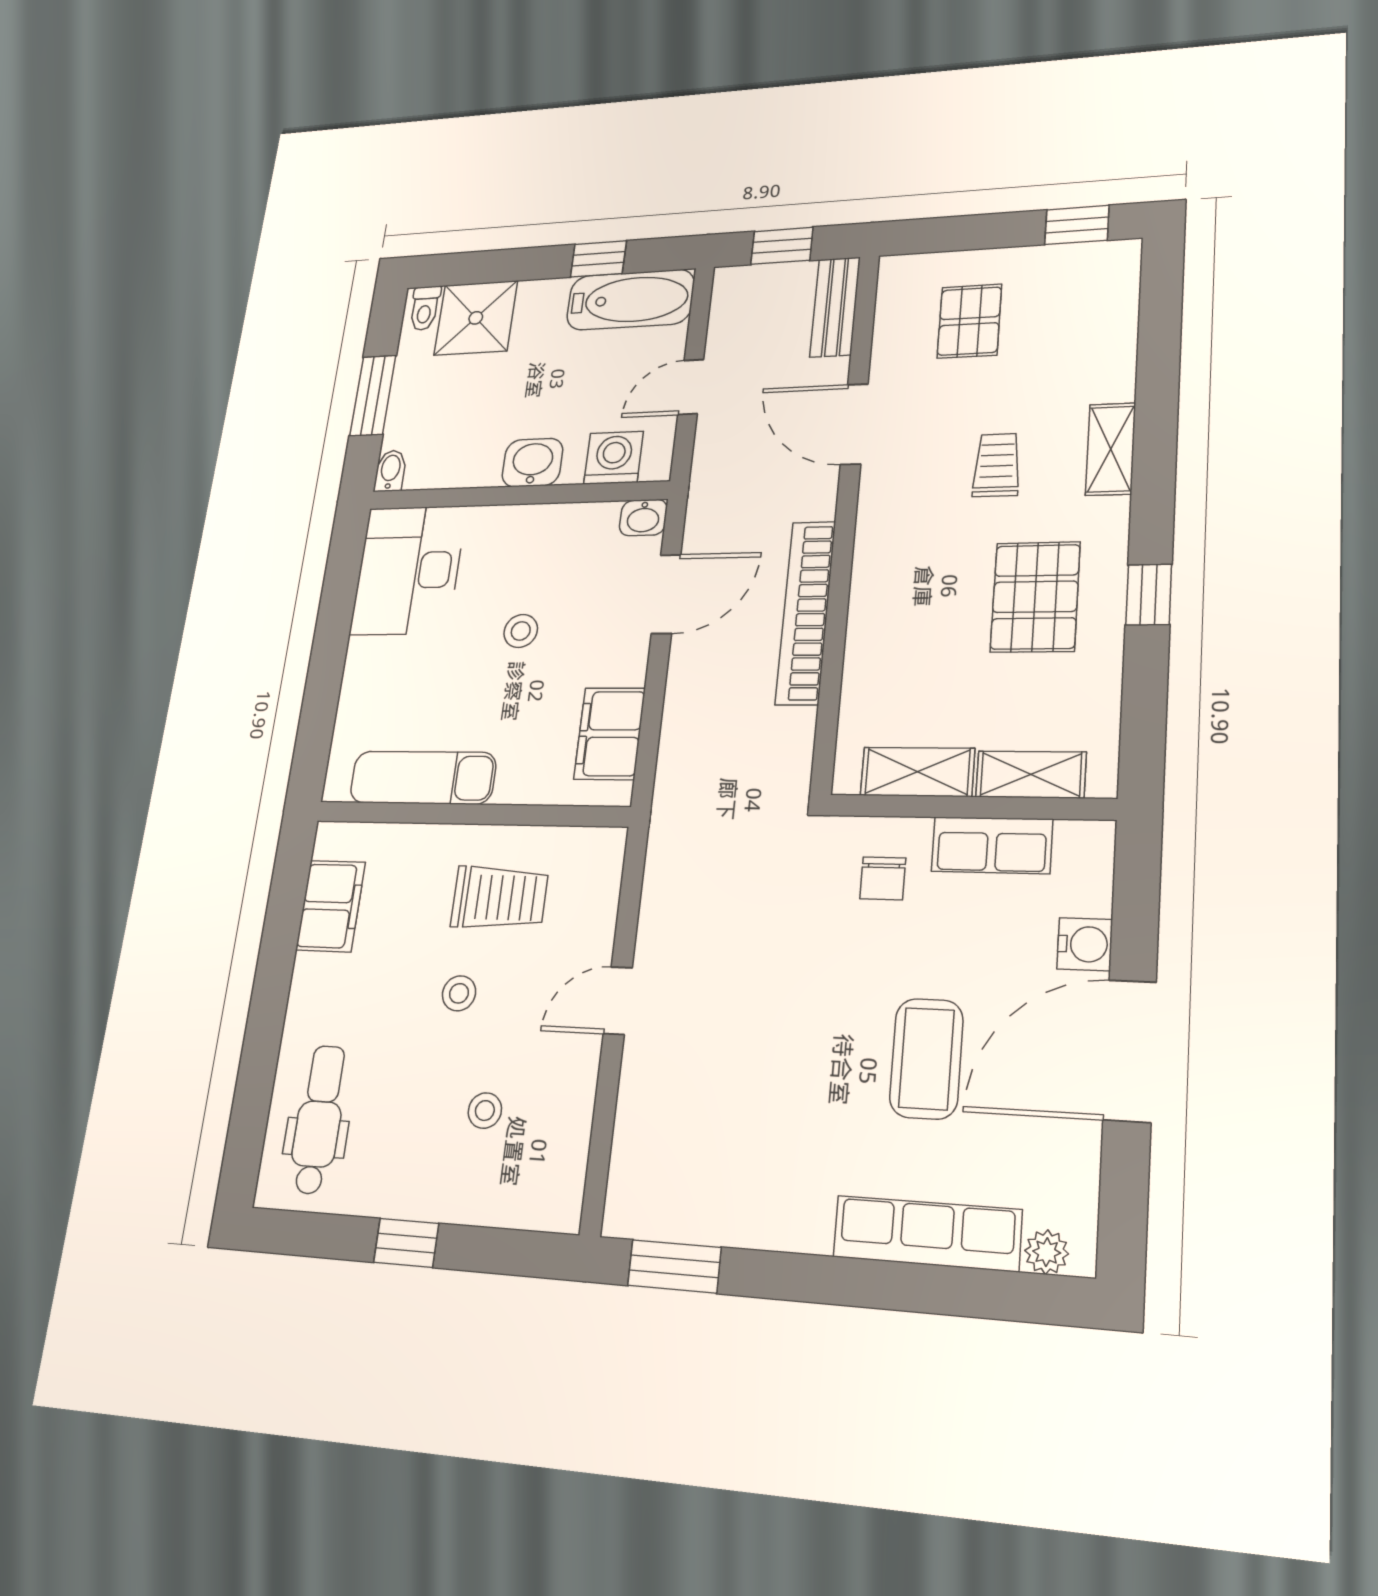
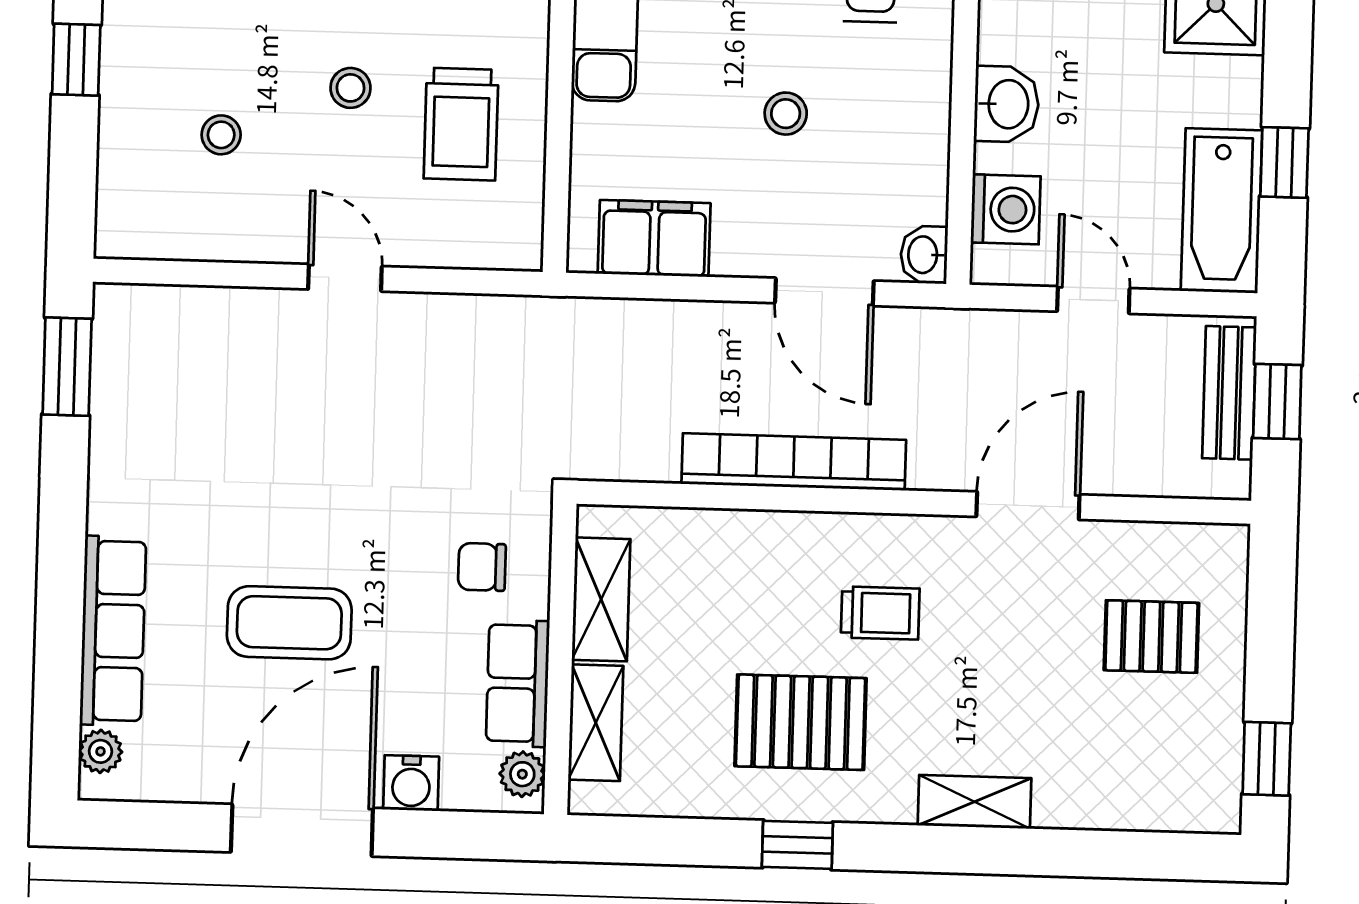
bench: (835, 307) -> (1229, 393), moved, turned 90
trolley: (997, 465) -> (880, 613), moved
plant: (1078, 840) -> (522, 774), added
door: (1130, 1051) -> (302, 830), hinge flipped

